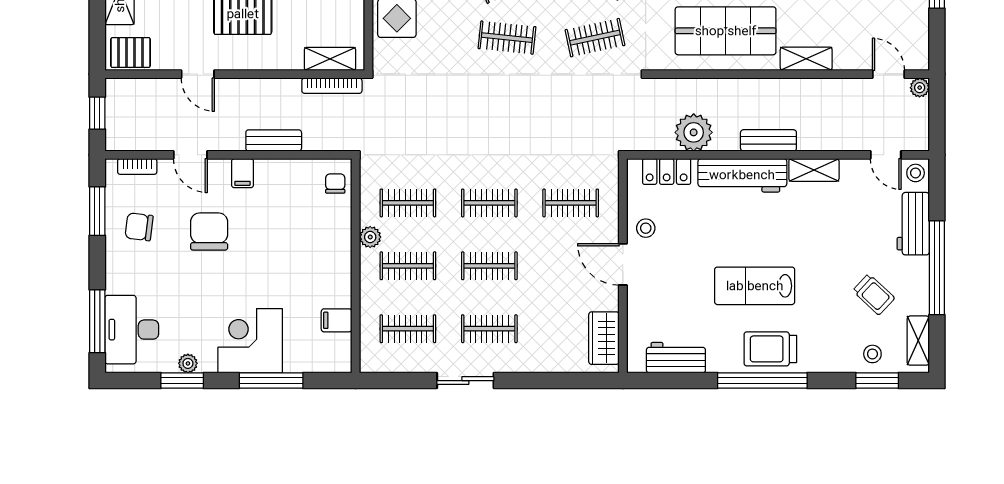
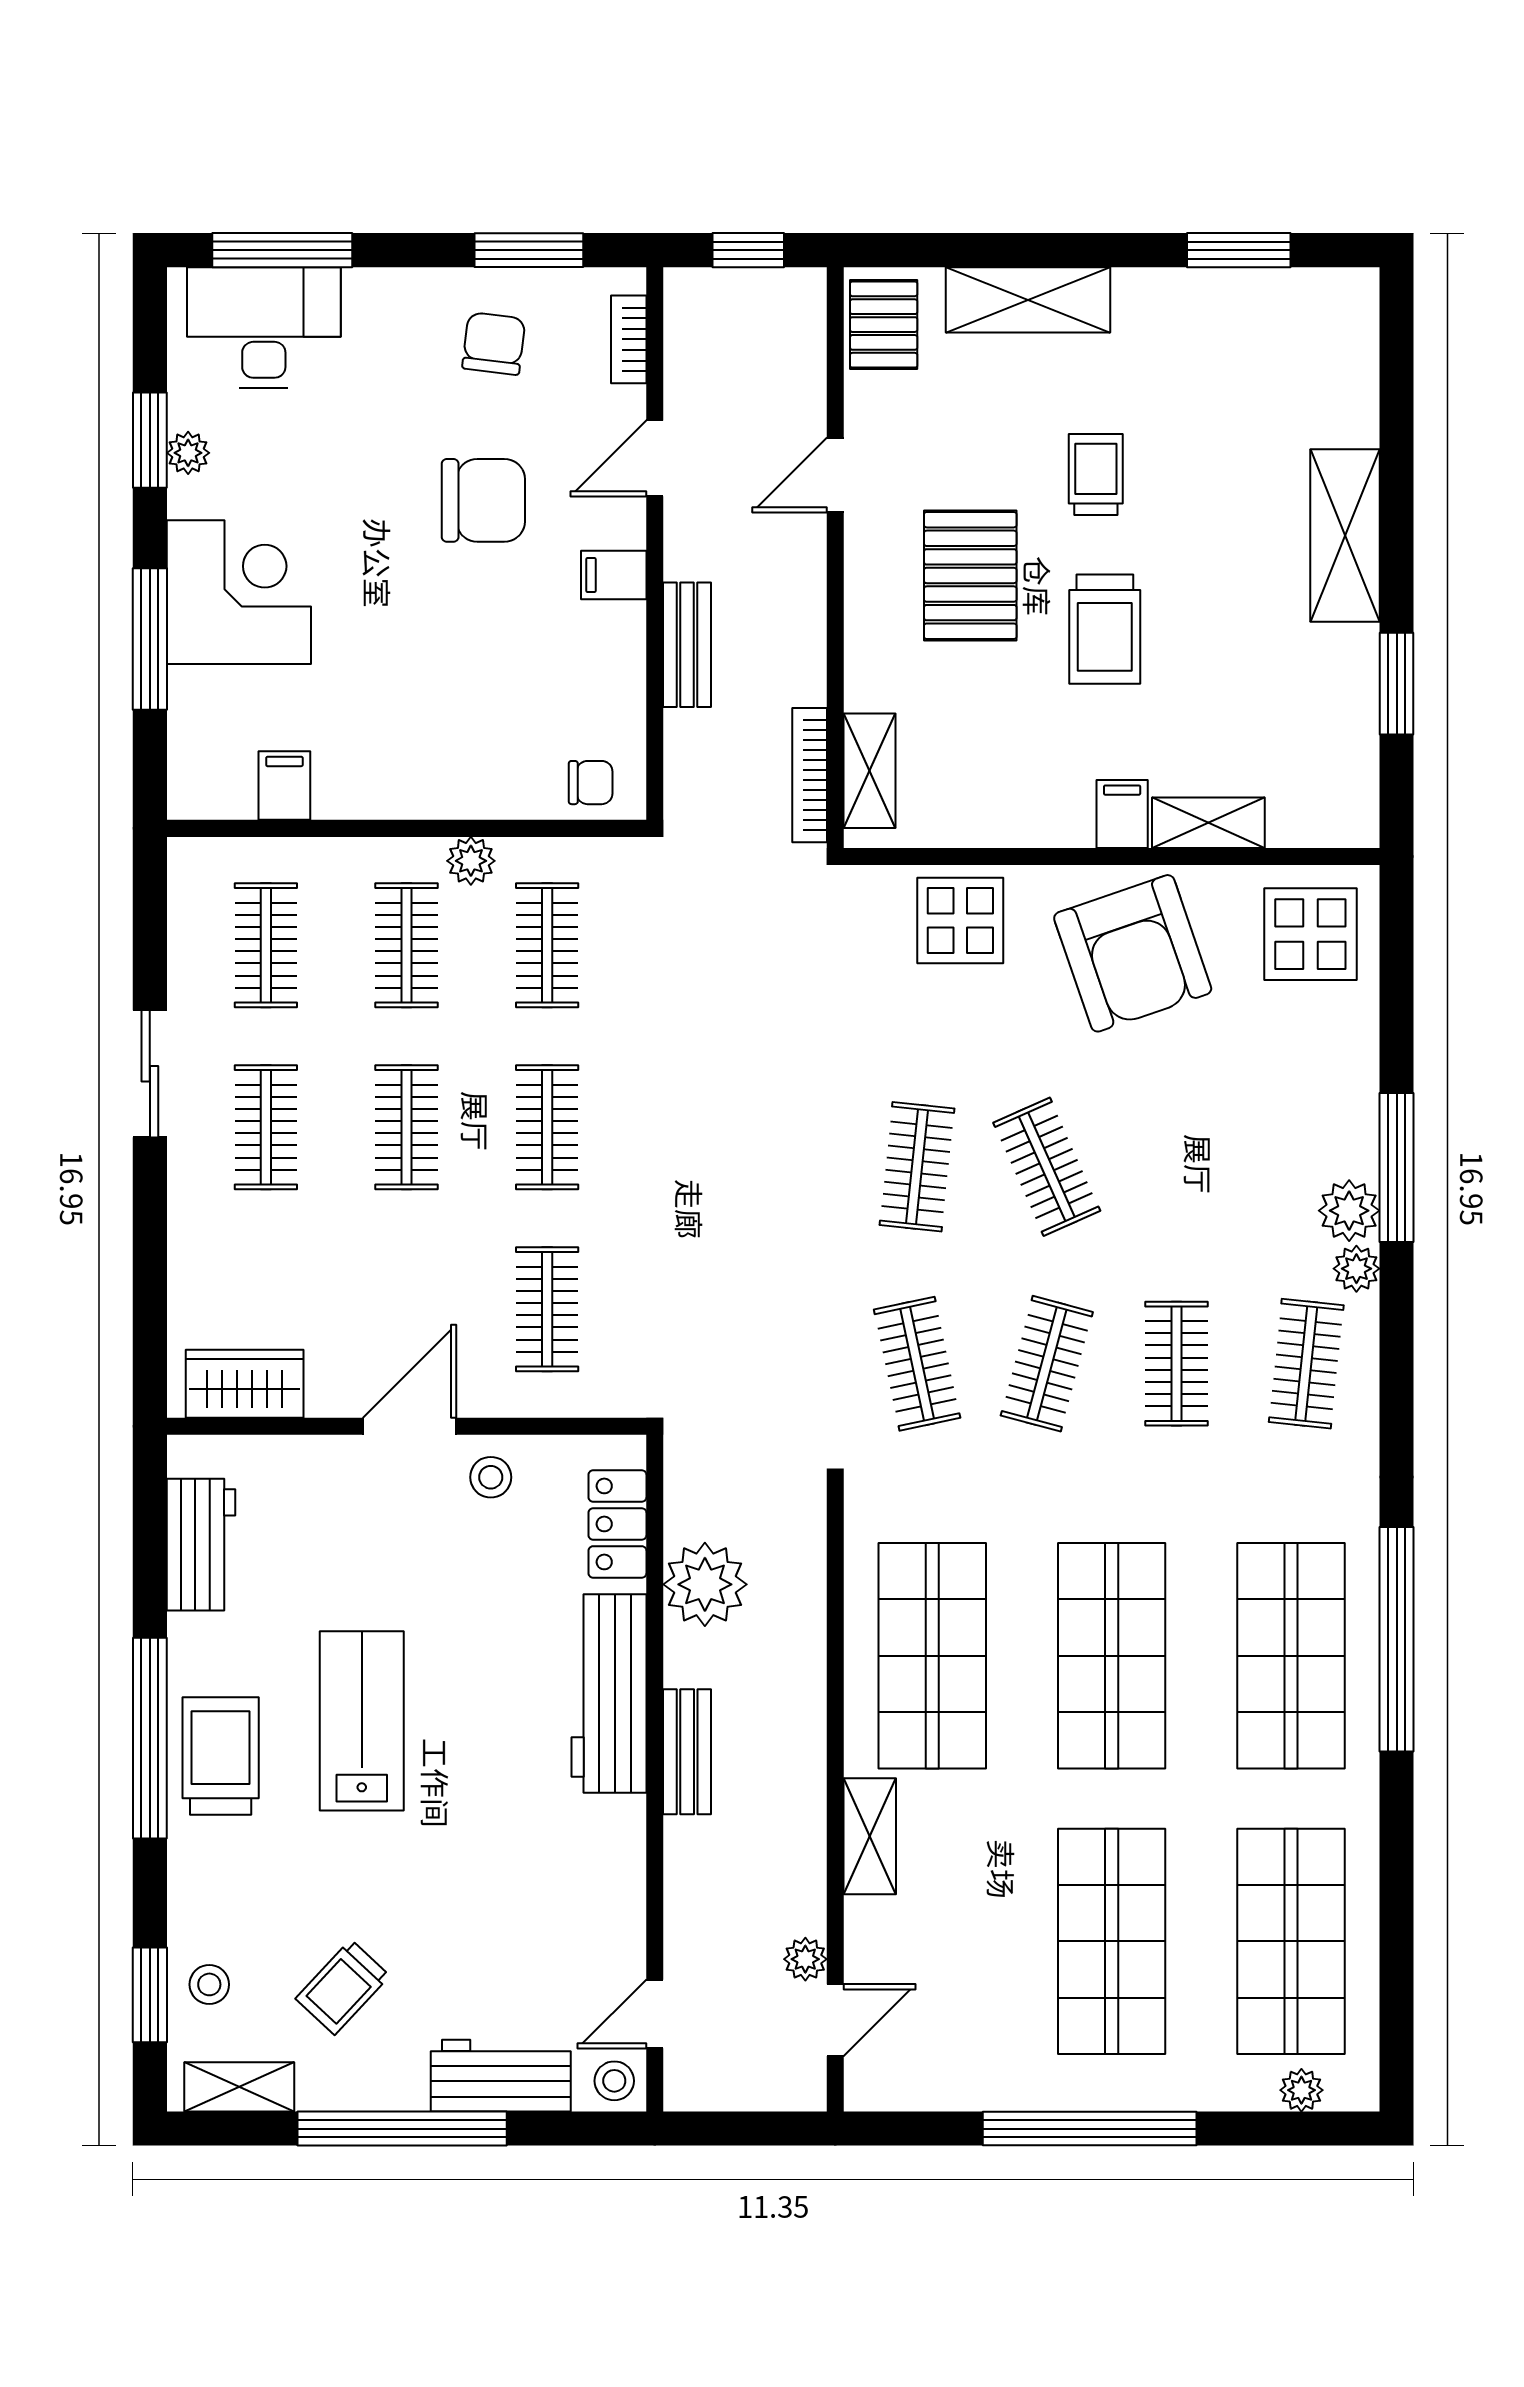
plant: (920, 88) -> (805, 1959), moved
shelving: (814, 170) -> (621, 1854), removed

